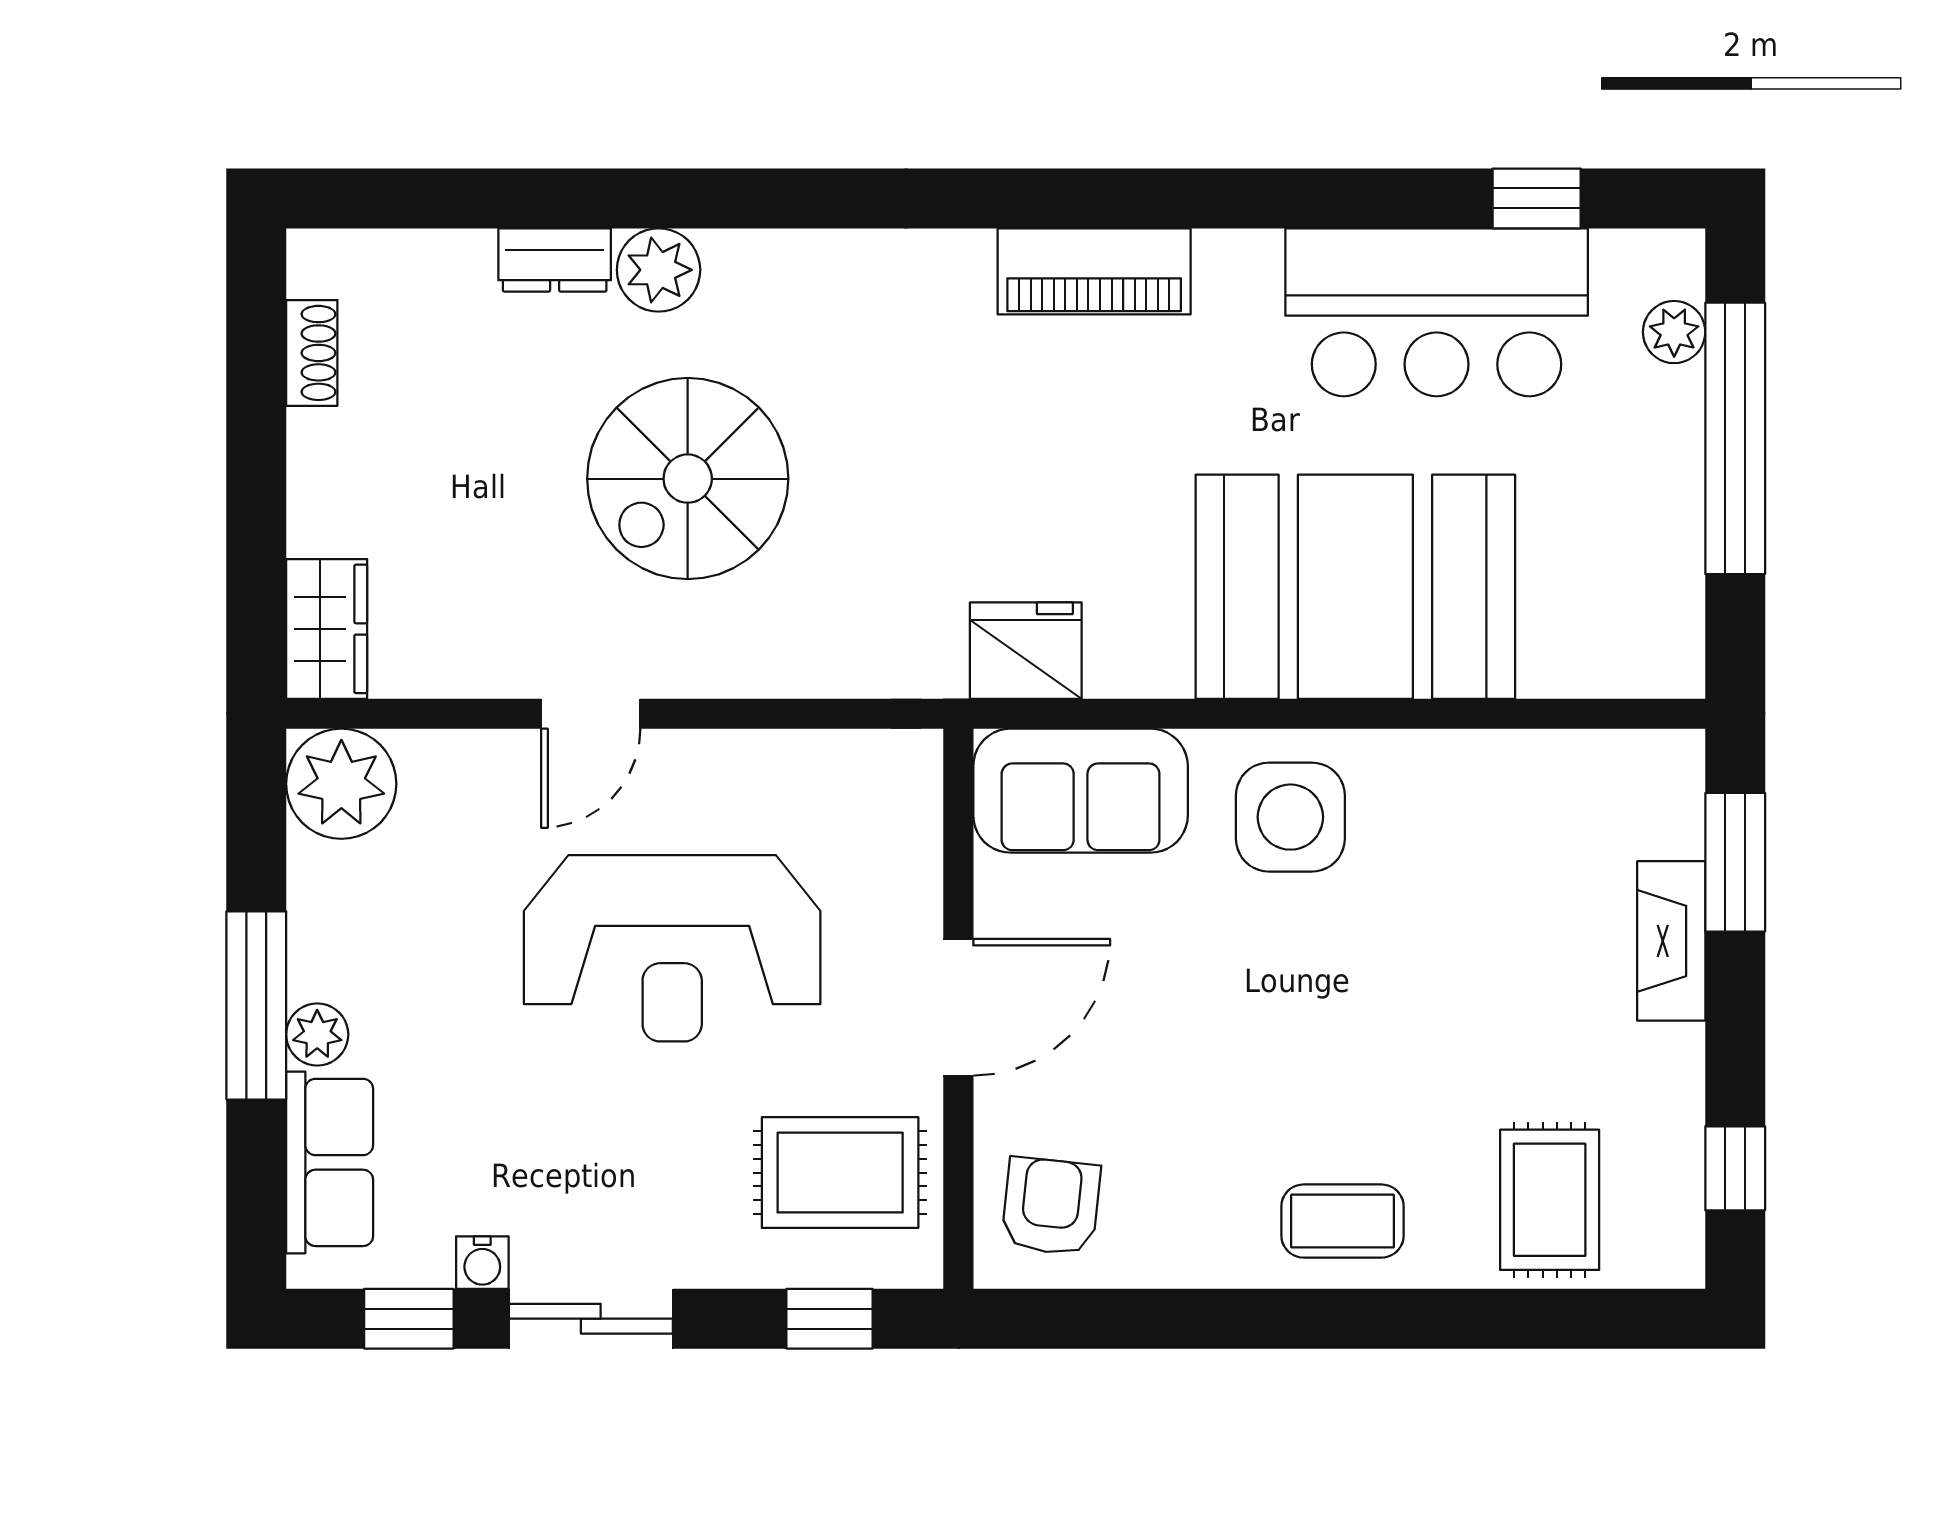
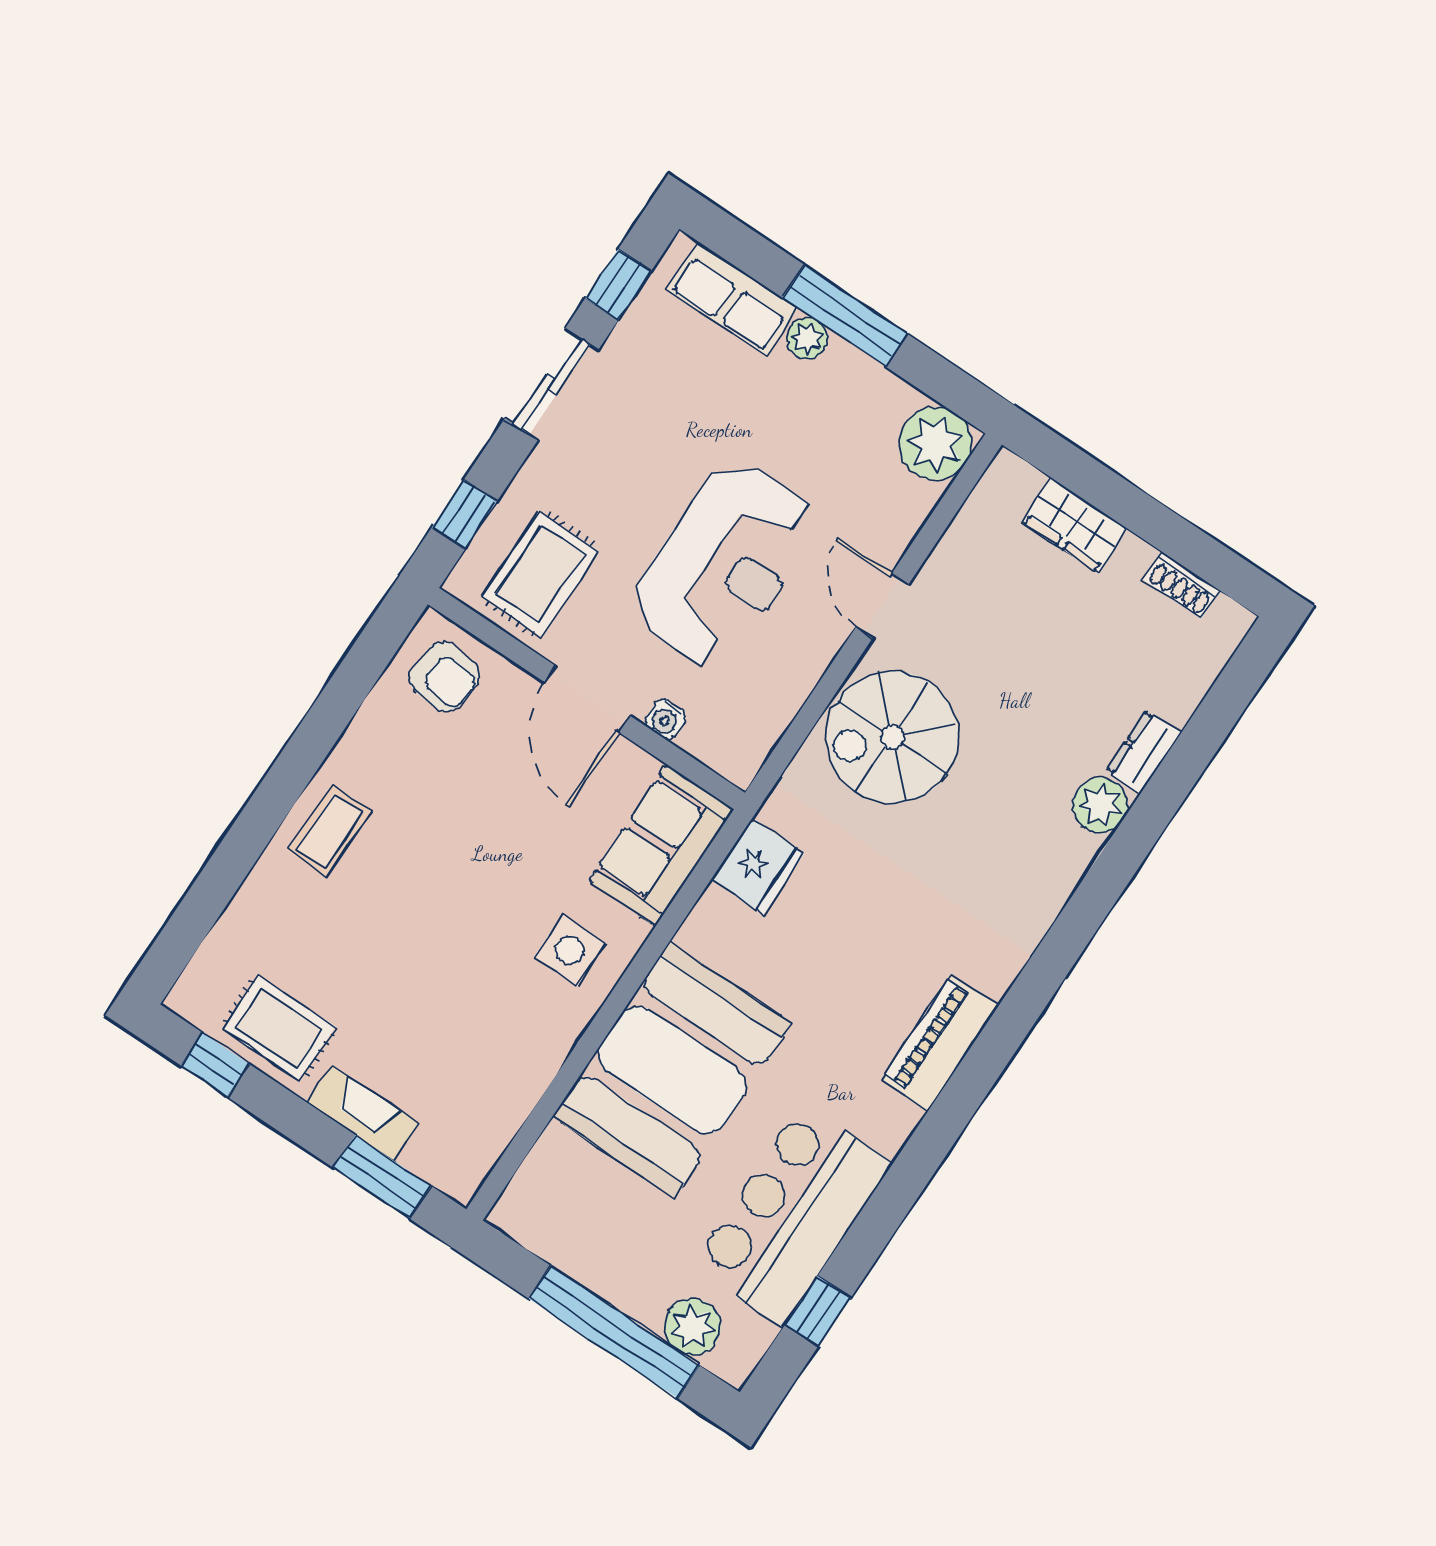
plant: (1674, 332) -> (692, 1327), width x1.38, depth x1.38
spiral stairs: (688, 479) -> (892, 737), moved, turned -90
wardrobe: (327, 629) -> (1075, 525), moved
side table: (1290, 817) -> (570, 950), width x0.73, depth x0.73
reception desk: (672, 948) -> (724, 564), turned 180
rug: (1550, 1200) -> (279, 1028), moved
water cooler: (482, 1263) -> (666, 719), moved, turned -90

